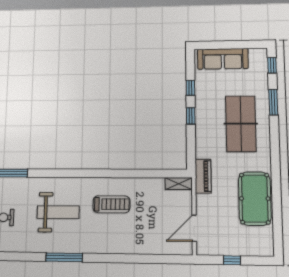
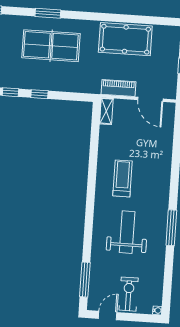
window: (273, 102) -> (48, 13), moved
piano: (203, 176) -> (118, 88), moved

